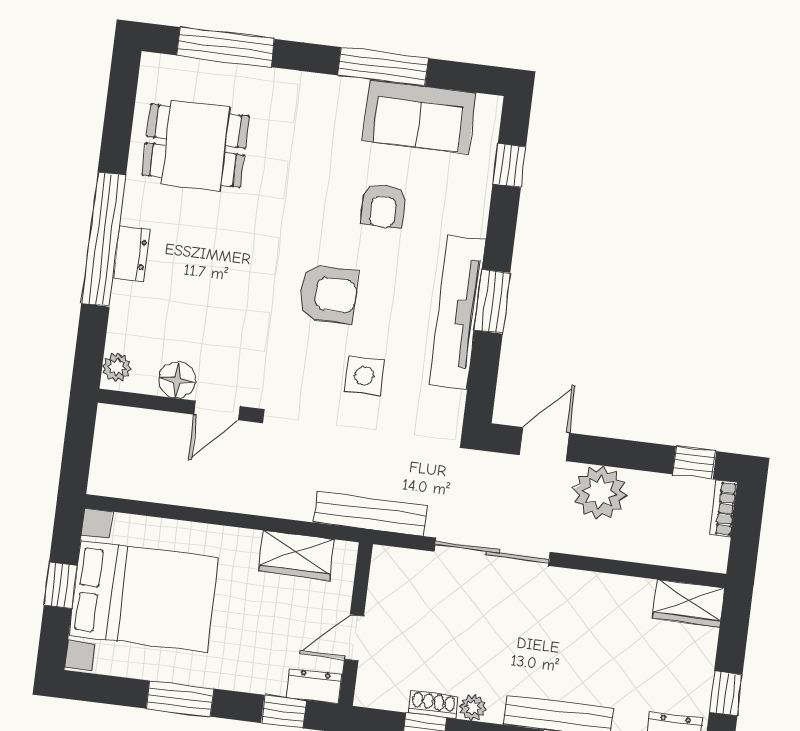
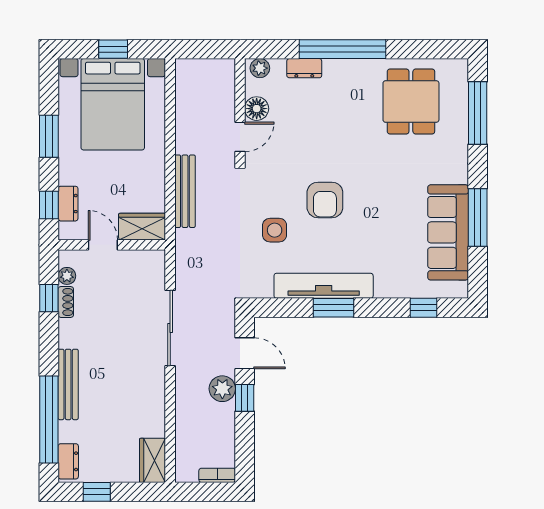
sofa: (419, 117) -> (448, 232), width x1.36
armchair: (383, 206) -> (387, 229), removed
dresser: (131, 254) -> (304, 68), moved
door: (217, 410) -> (240, 137), swing flipped
window: (694, 463) -> (245, 398), moved
plant: (600, 492) -> (222, 389), width x0.73, depth x0.73
bench: (370, 514) -> (185, 191), moved
wardrobe: (296, 555) -> (142, 227), moved, turned 90
dresser: (314, 686) -> (68, 204), moved
plant: (473, 708) -> (67, 276), moved

